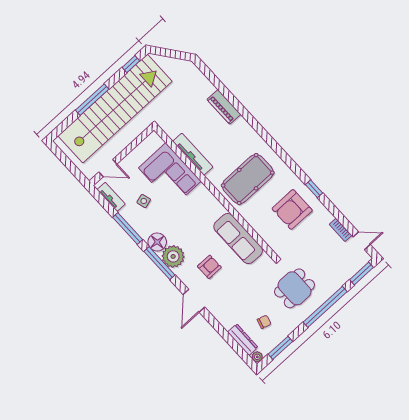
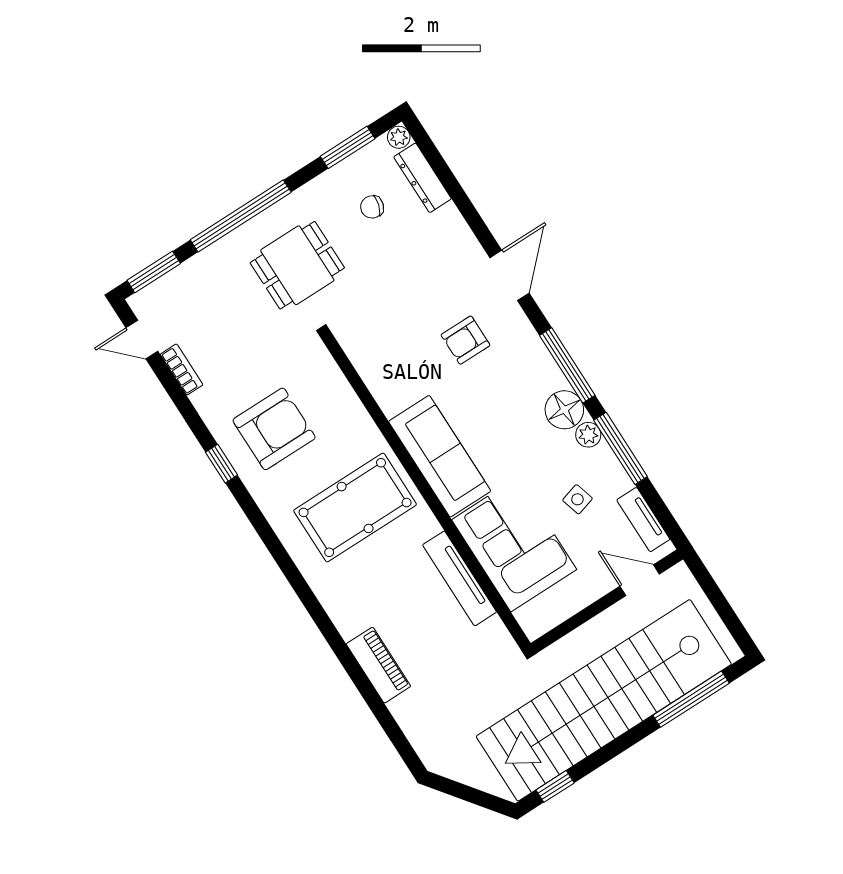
window: (92, 100) -> (691, 699), moved
sofa: (238, 239) -> (440, 456), moved
plant: (173, 256) -> (588, 435), moved, width x0.53, depth x0.53

